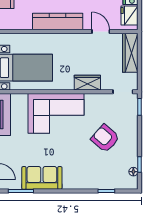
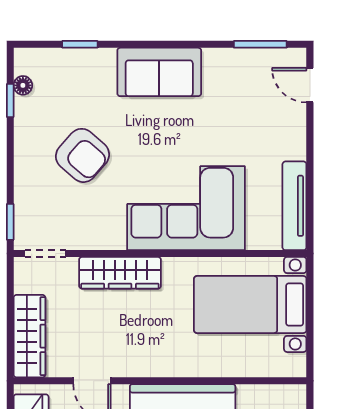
wardrobe: (87, 83) -> (120, 273), width x1.50
sofa: (42, 178) -> (159, 72), moved

